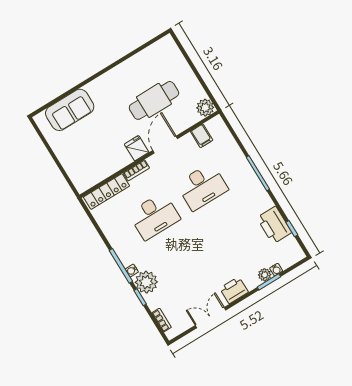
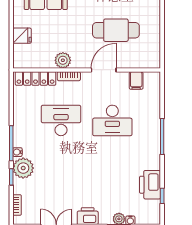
plant: (205, 108) -> (63, 60), moved
fridge: (137, 148) -> (22, 36), moved, turned 90
desk: (154, 216) -> (61, 120), turned 180

